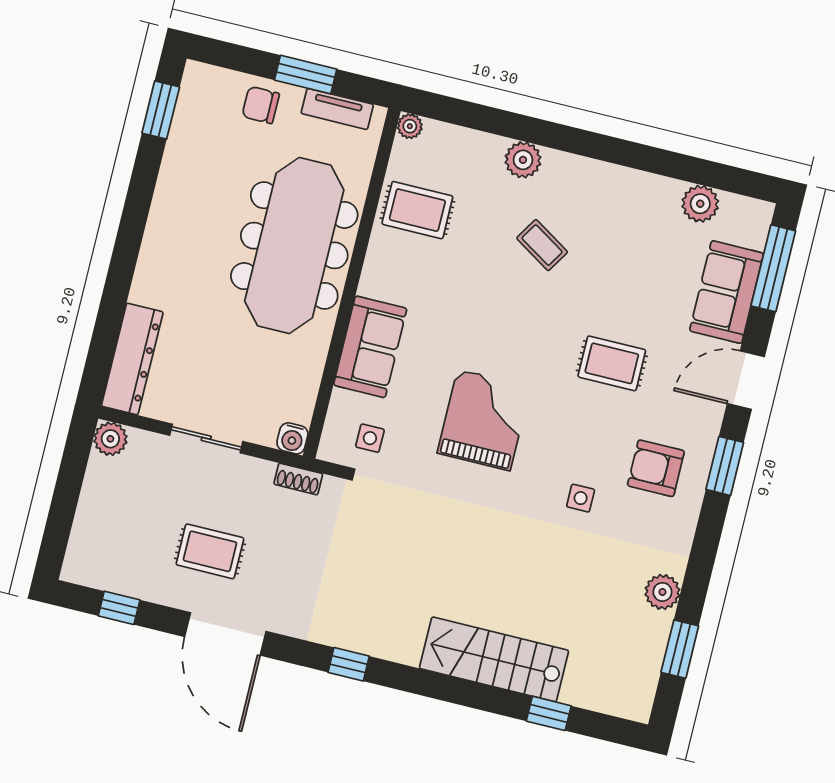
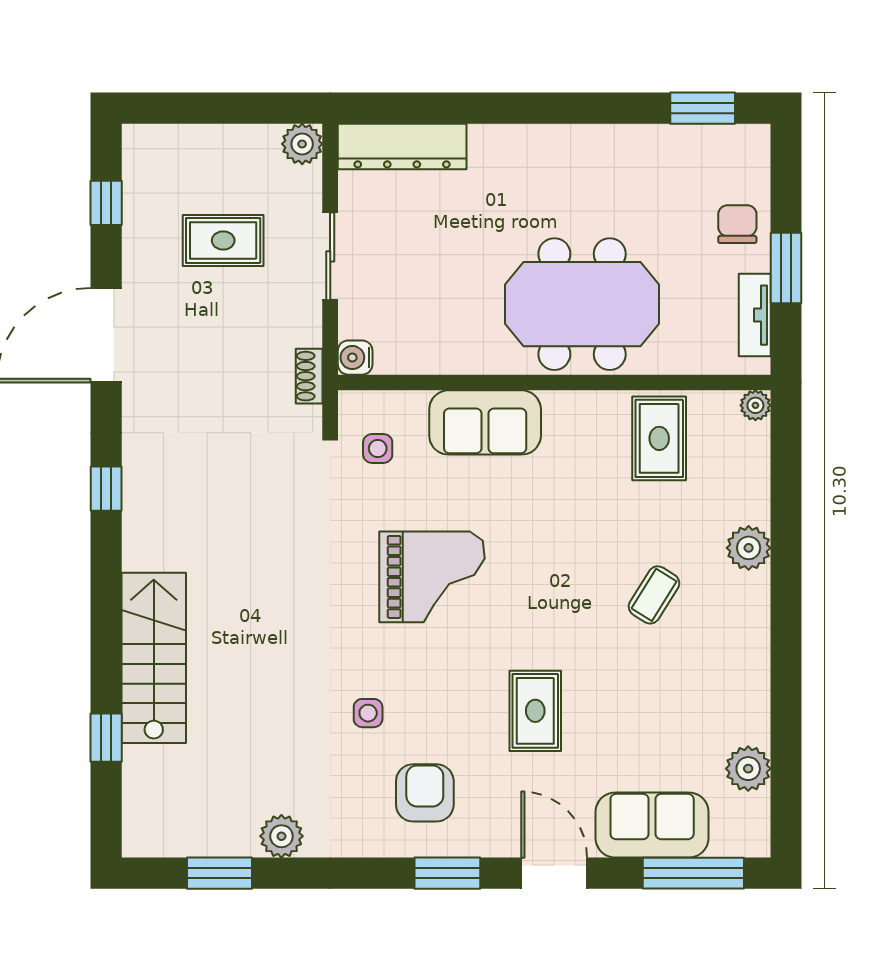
meeting table: (294, 246) -> (582, 304), width x0.73
rug: (210, 551) -> (223, 241), moved, turned 90

